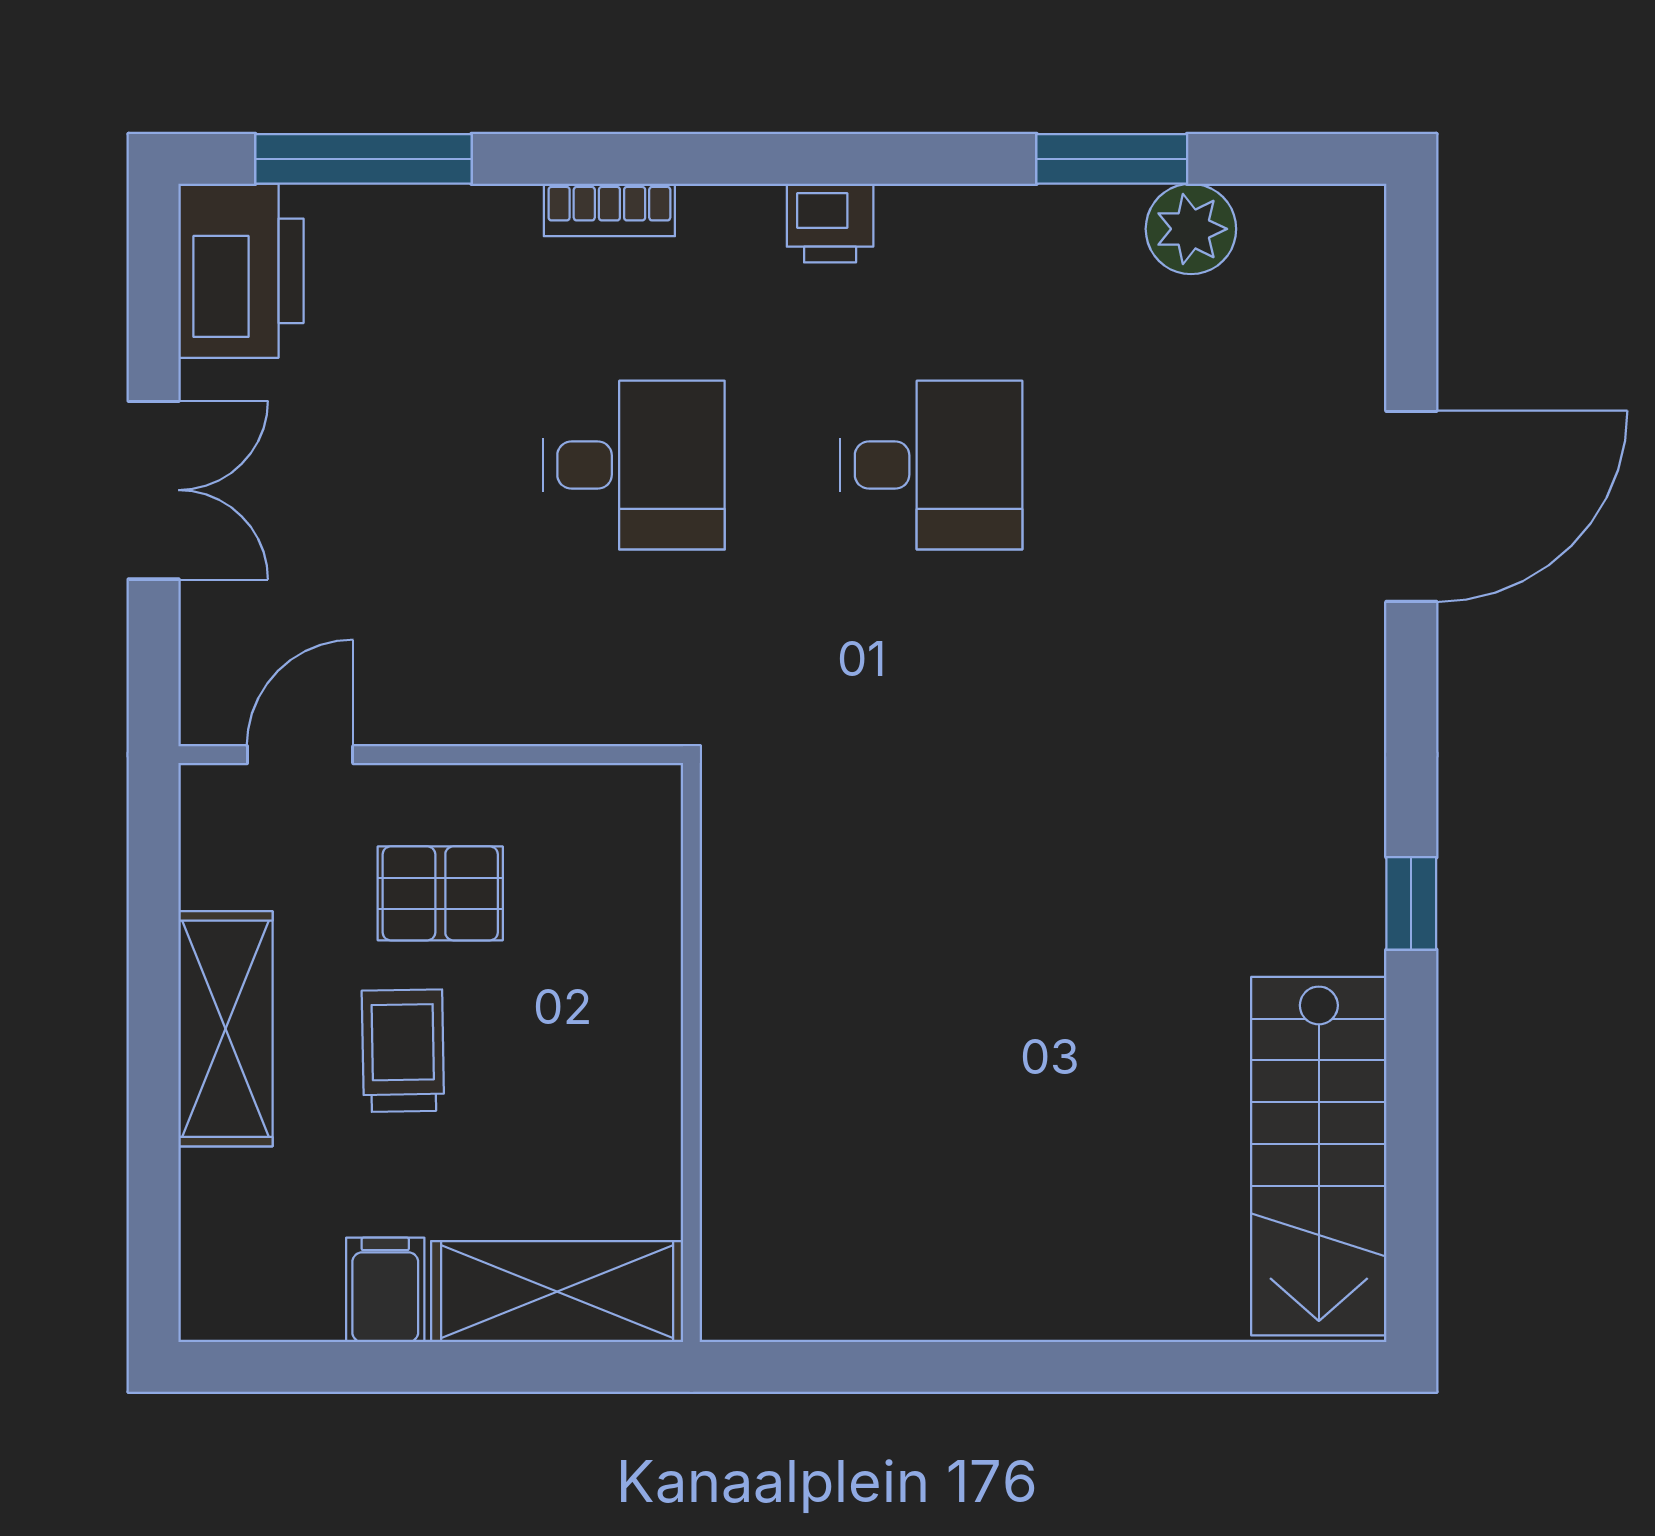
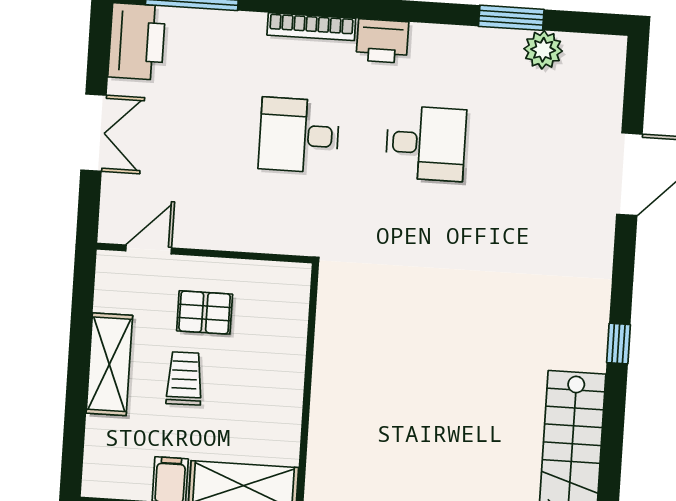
bookcase: (609, 210) -> (311, 27), width x1.56
printer: (830, 223) -> (382, 41), width x1.36, depth x1.24
desk: (634, 465) -> (299, 135), turned 180

